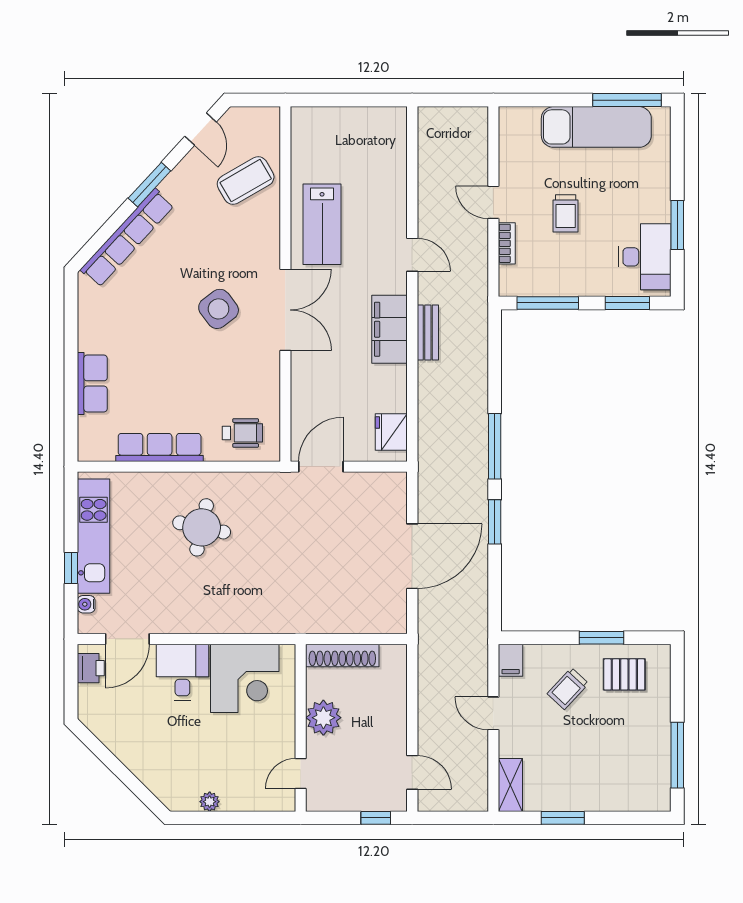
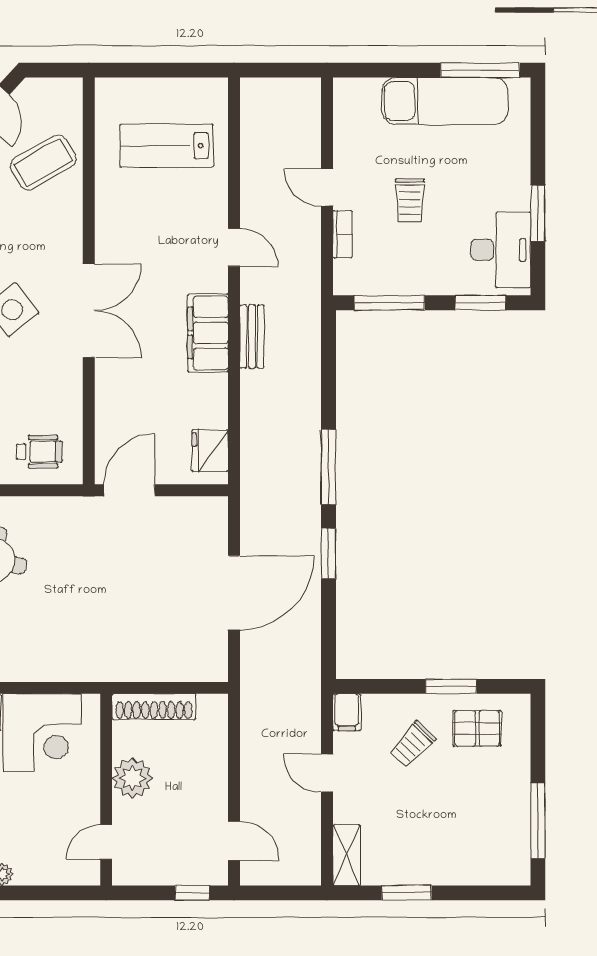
lab bench: (322, 224) -> (166, 146), moved, turned 90

